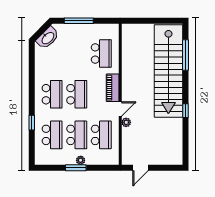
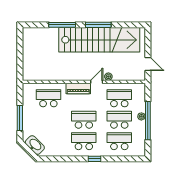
window: (186, 55) -> (62, 25), moved
stairs: (168, 71) -> (99, 40), moved
door: (120, 109) -> (97, 82), hinge flipped
window: (186, 111) -> (98, 25), width x2.17
window: (32, 123) -> (94, 159), moved
window: (76, 168) -> (148, 121), width x2.11

